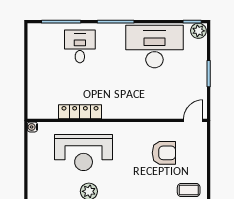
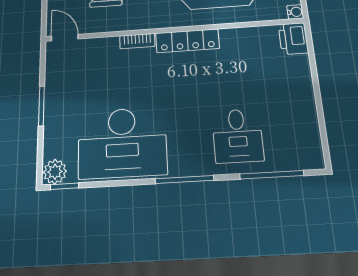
printer: (36, 108) -> (293, 39), added
locker: (80, 112) -> (187, 41), moved
bookcase: (142, 114) -> (137, 41), added
door: (193, 120) -> (65, 38), swing flipped

